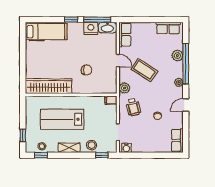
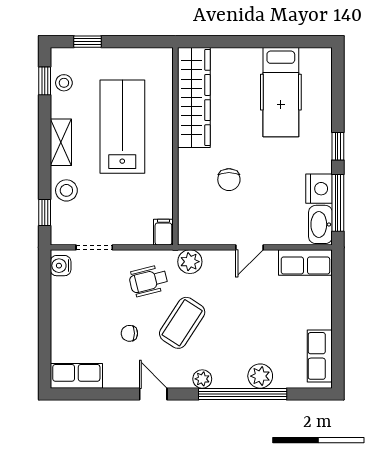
hospital bed: (46, 32) -> (281, 92), moved
coffee table: (144, 70) -> (182, 323), moved

